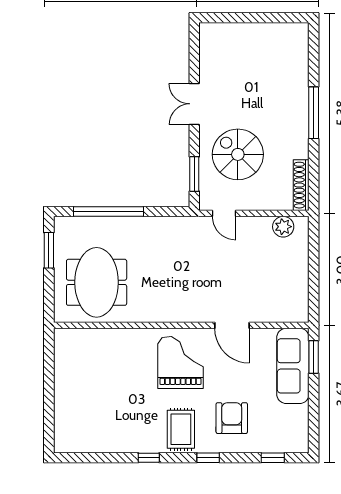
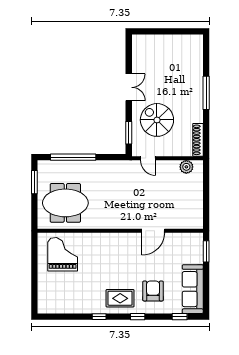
double door: (194, 104) -> (129, 87), swing flipped
meeting table: (97, 282) -> (65, 203), turned 90
door: (232, 325) -> (153, 231), hinge flipped
grand piano: (180, 363) -> (63, 254), moved
sofa: (293, 366) -> (193, 289), moved
rug: (181, 429) -> (120, 298), turned 90

